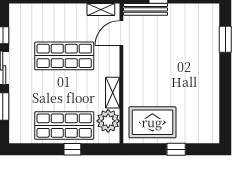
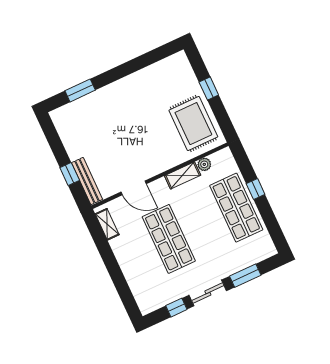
door: (121, 33) -> (134, 188), moved
plant: (108, 121) -> (204, 164), width x0.53, depth x0.53

